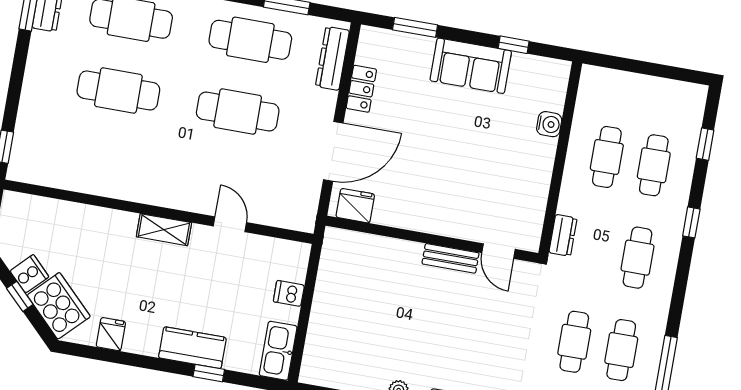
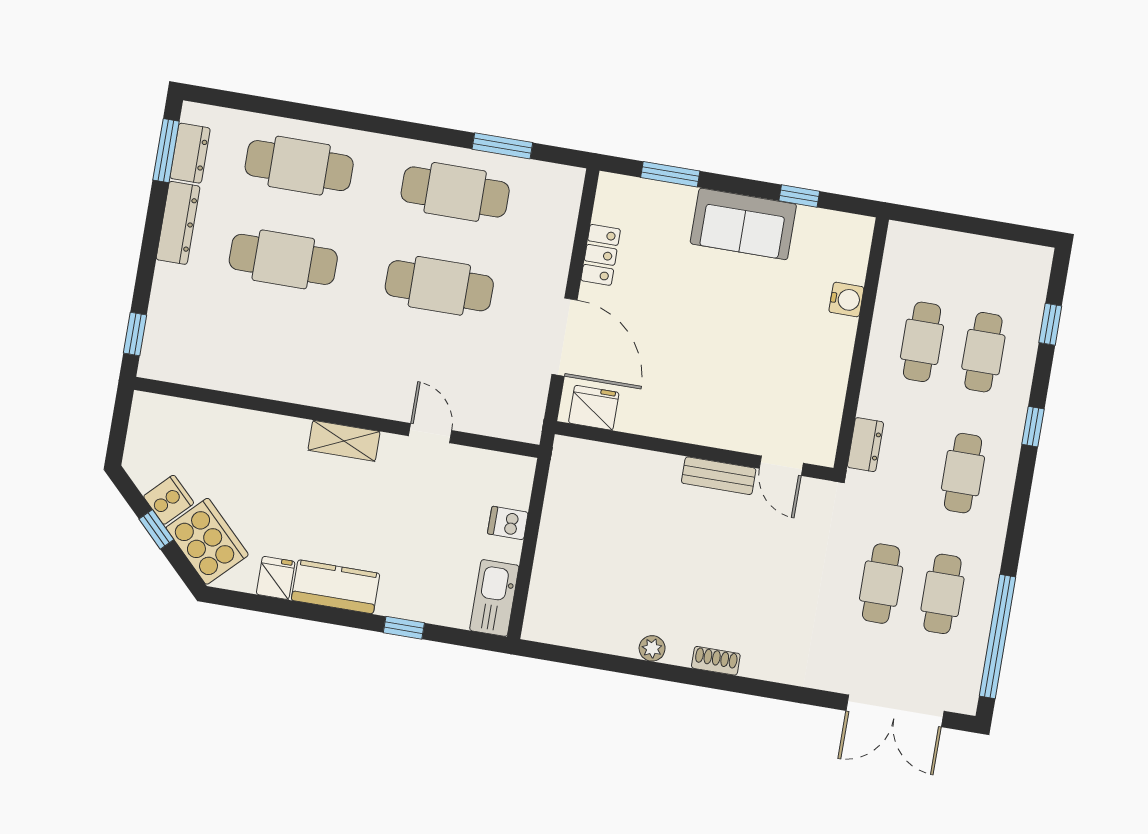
dresser: (332, 58) -> (178, 223), moved, turned 180
door: (333, 151) -> (565, 337), hinge flipped
kitchen counter: (192, 348) -> (336, 587), moved

